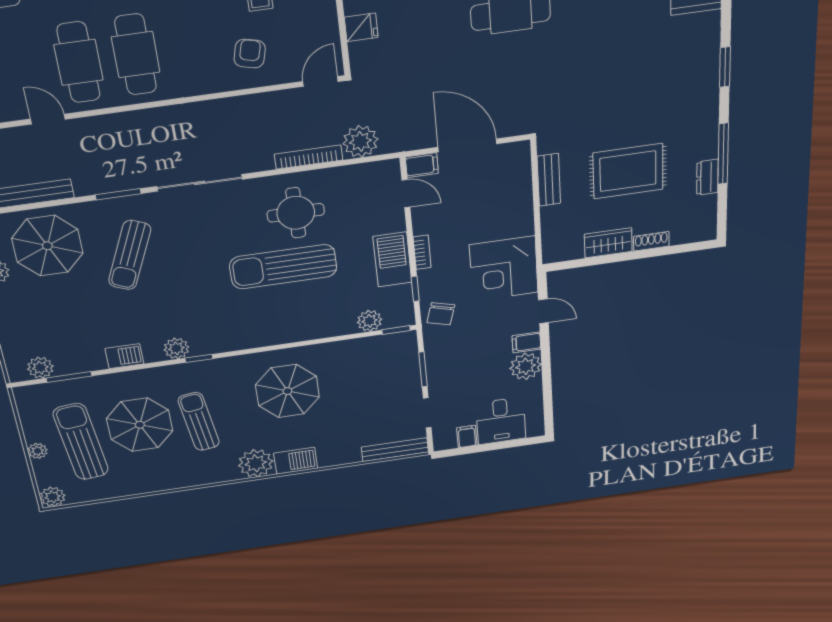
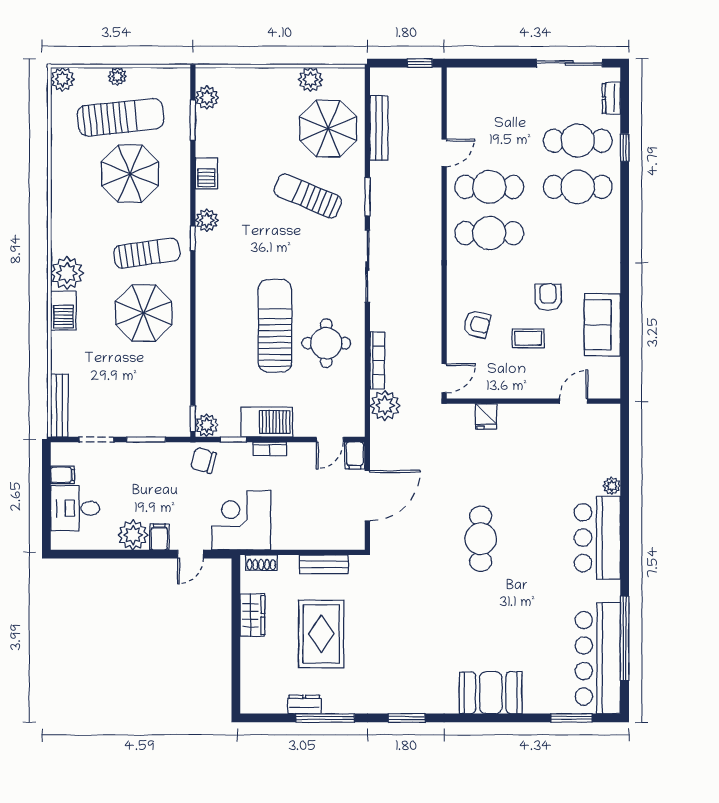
door: (320, 81) -> (444, 378), hinge flipped
shoe rack: (651, 241) -> (261, 563), moved, turned 90
plant: (369, 321) -> (207, 425), moved
sun lounger: (199, 422) -> (147, 253), moved

